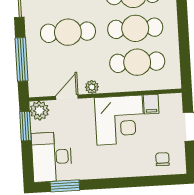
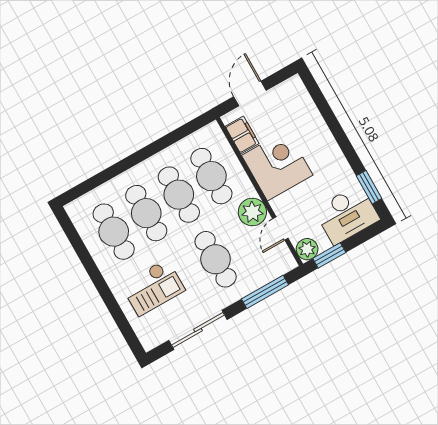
plant: (92, 87) -> (252, 212), width x1.87, depth x1.87
door: (67, 97) -> (280, 228), hinge flipped
filing cabinet: (151, 104) -> (242, 135), width x2.00
chair: (162, 159) -> (295, 104), removed

